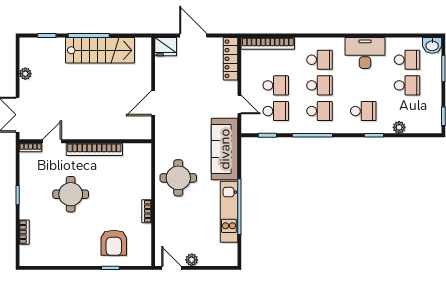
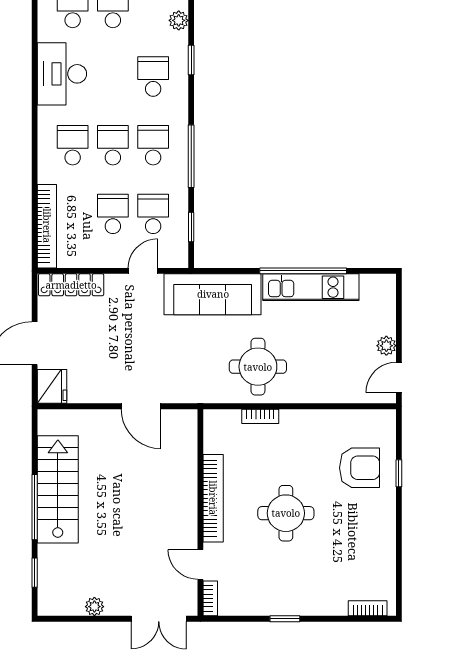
round table: (71, 194) -> (286, 513), moved
bookcase: (147, 211) -> (260, 416), moved
bookcase: (24, 232) -> (368, 608), moved

